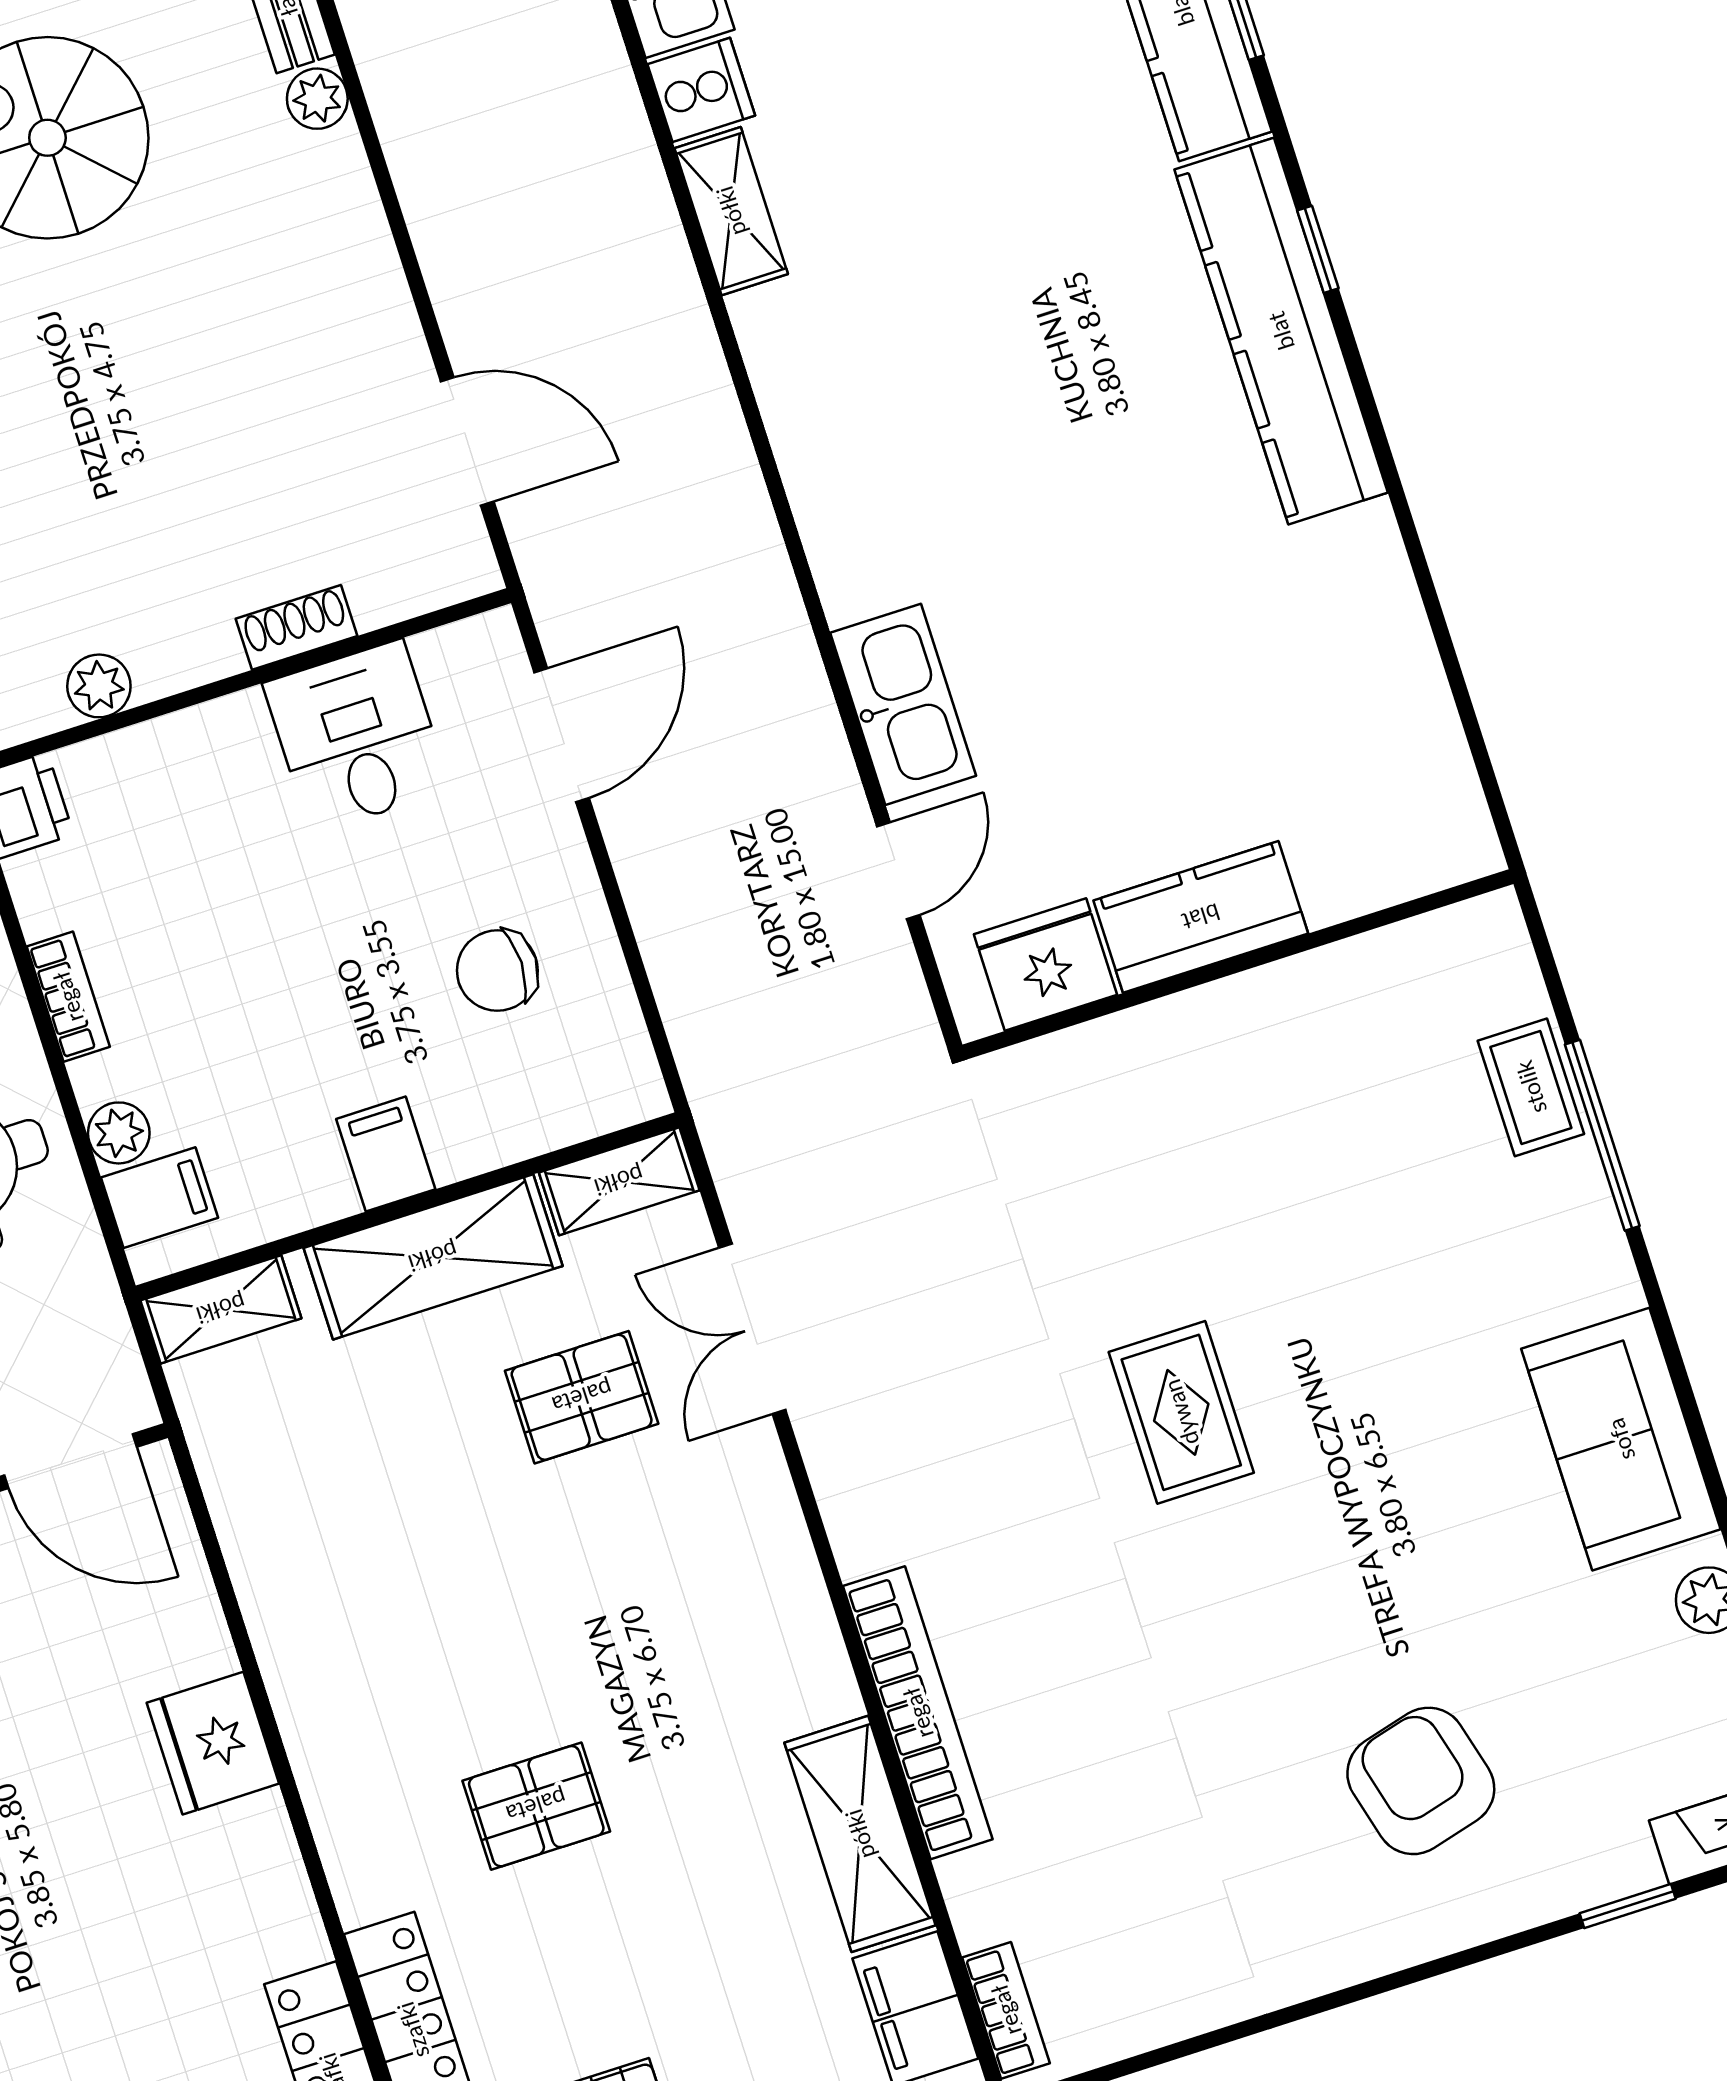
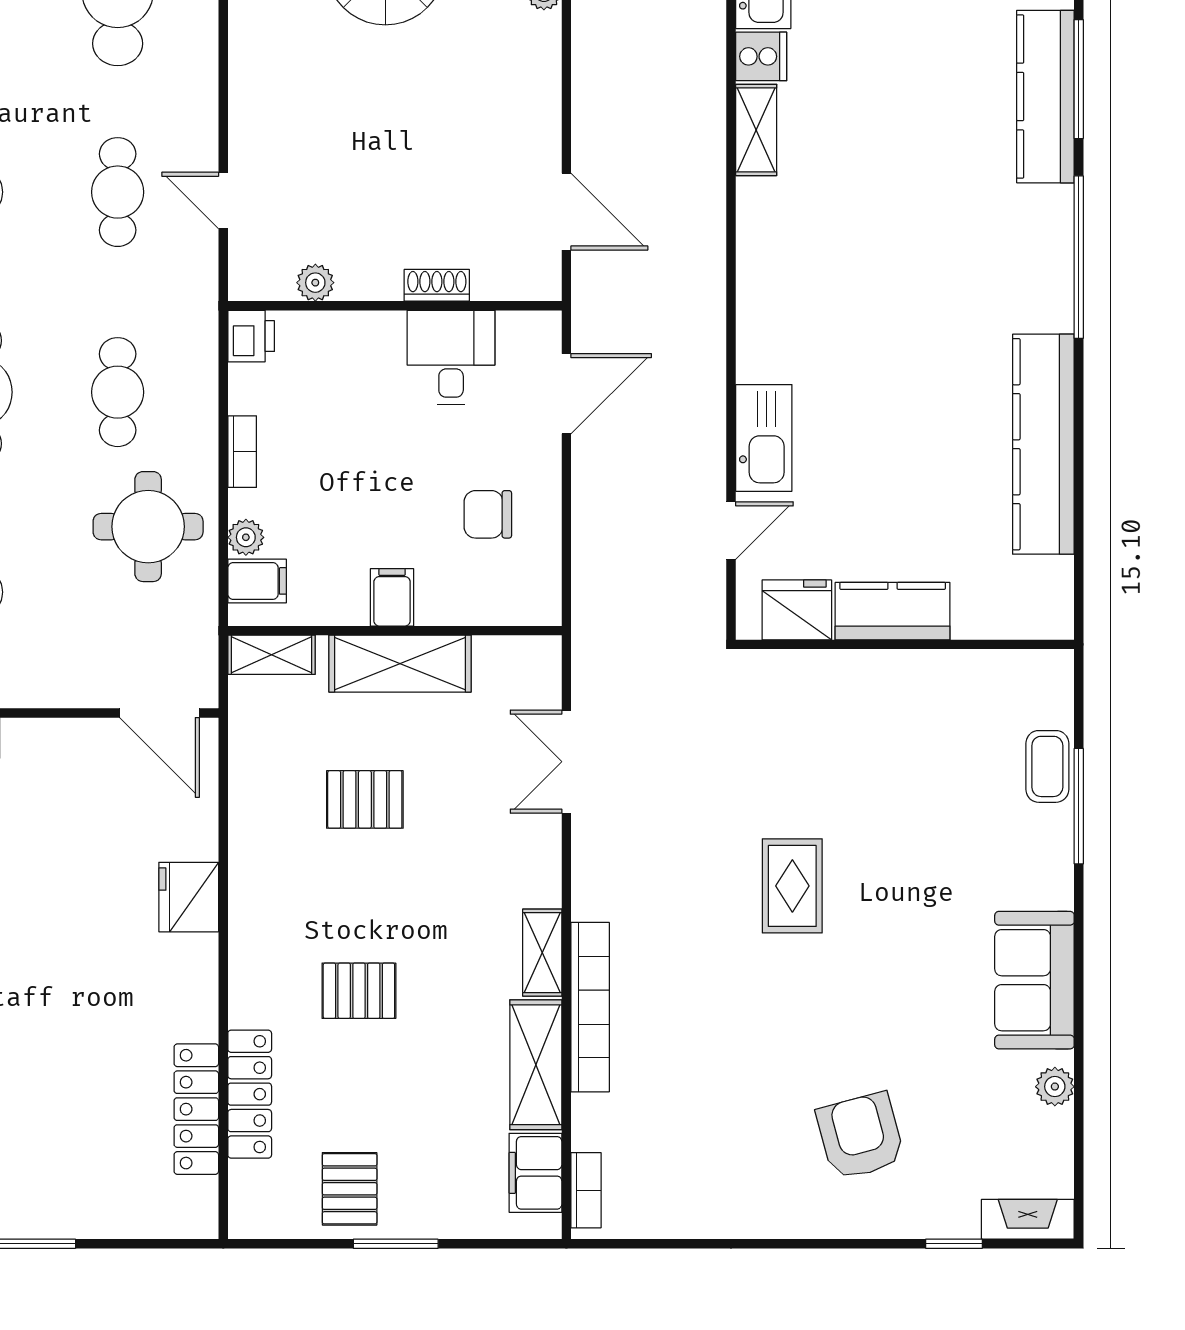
window: (1318, 249) -> (1079, 257), width x3.17
kitchen counter: (1281, 331) -> (1043, 444), moved
shelving: (619, 1181) -> (542, 953), moved, turned 90
pallet: (582, 1397) -> (365, 799), moved

